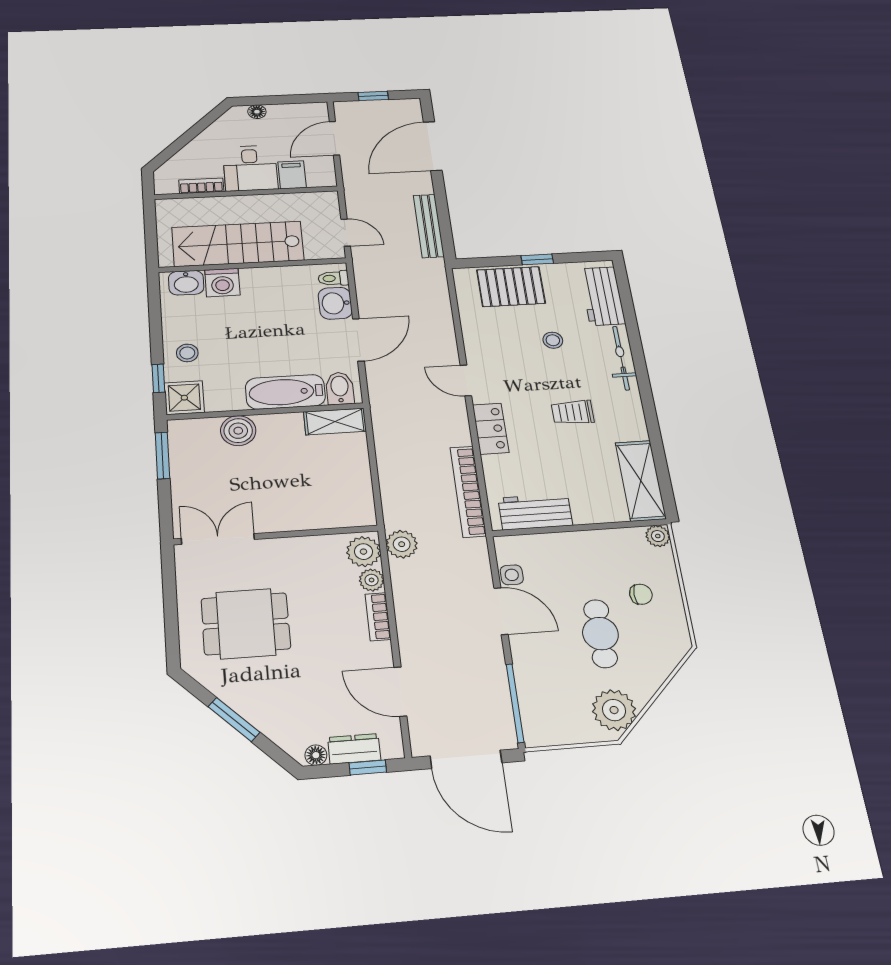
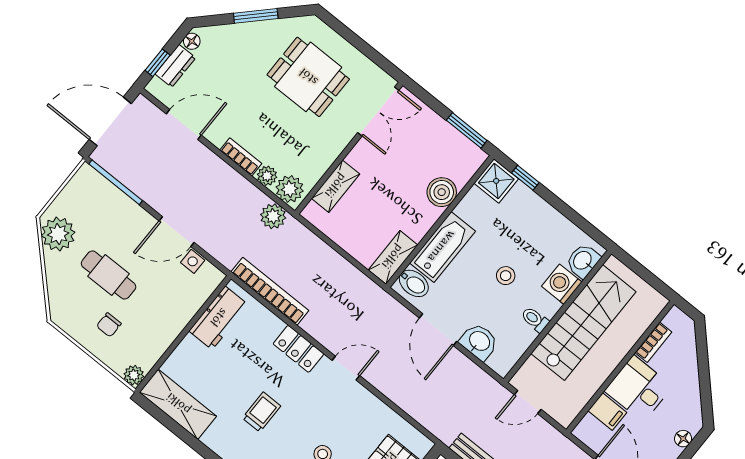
toilet: (333, 278) -> (535, 320), moved, turned -90
stool: (187, 353) -> (506, 276), moved
shelving: (321, 517) -> (336, 186), added
dining table: (246, 624) -> (308, 77), turned 90

